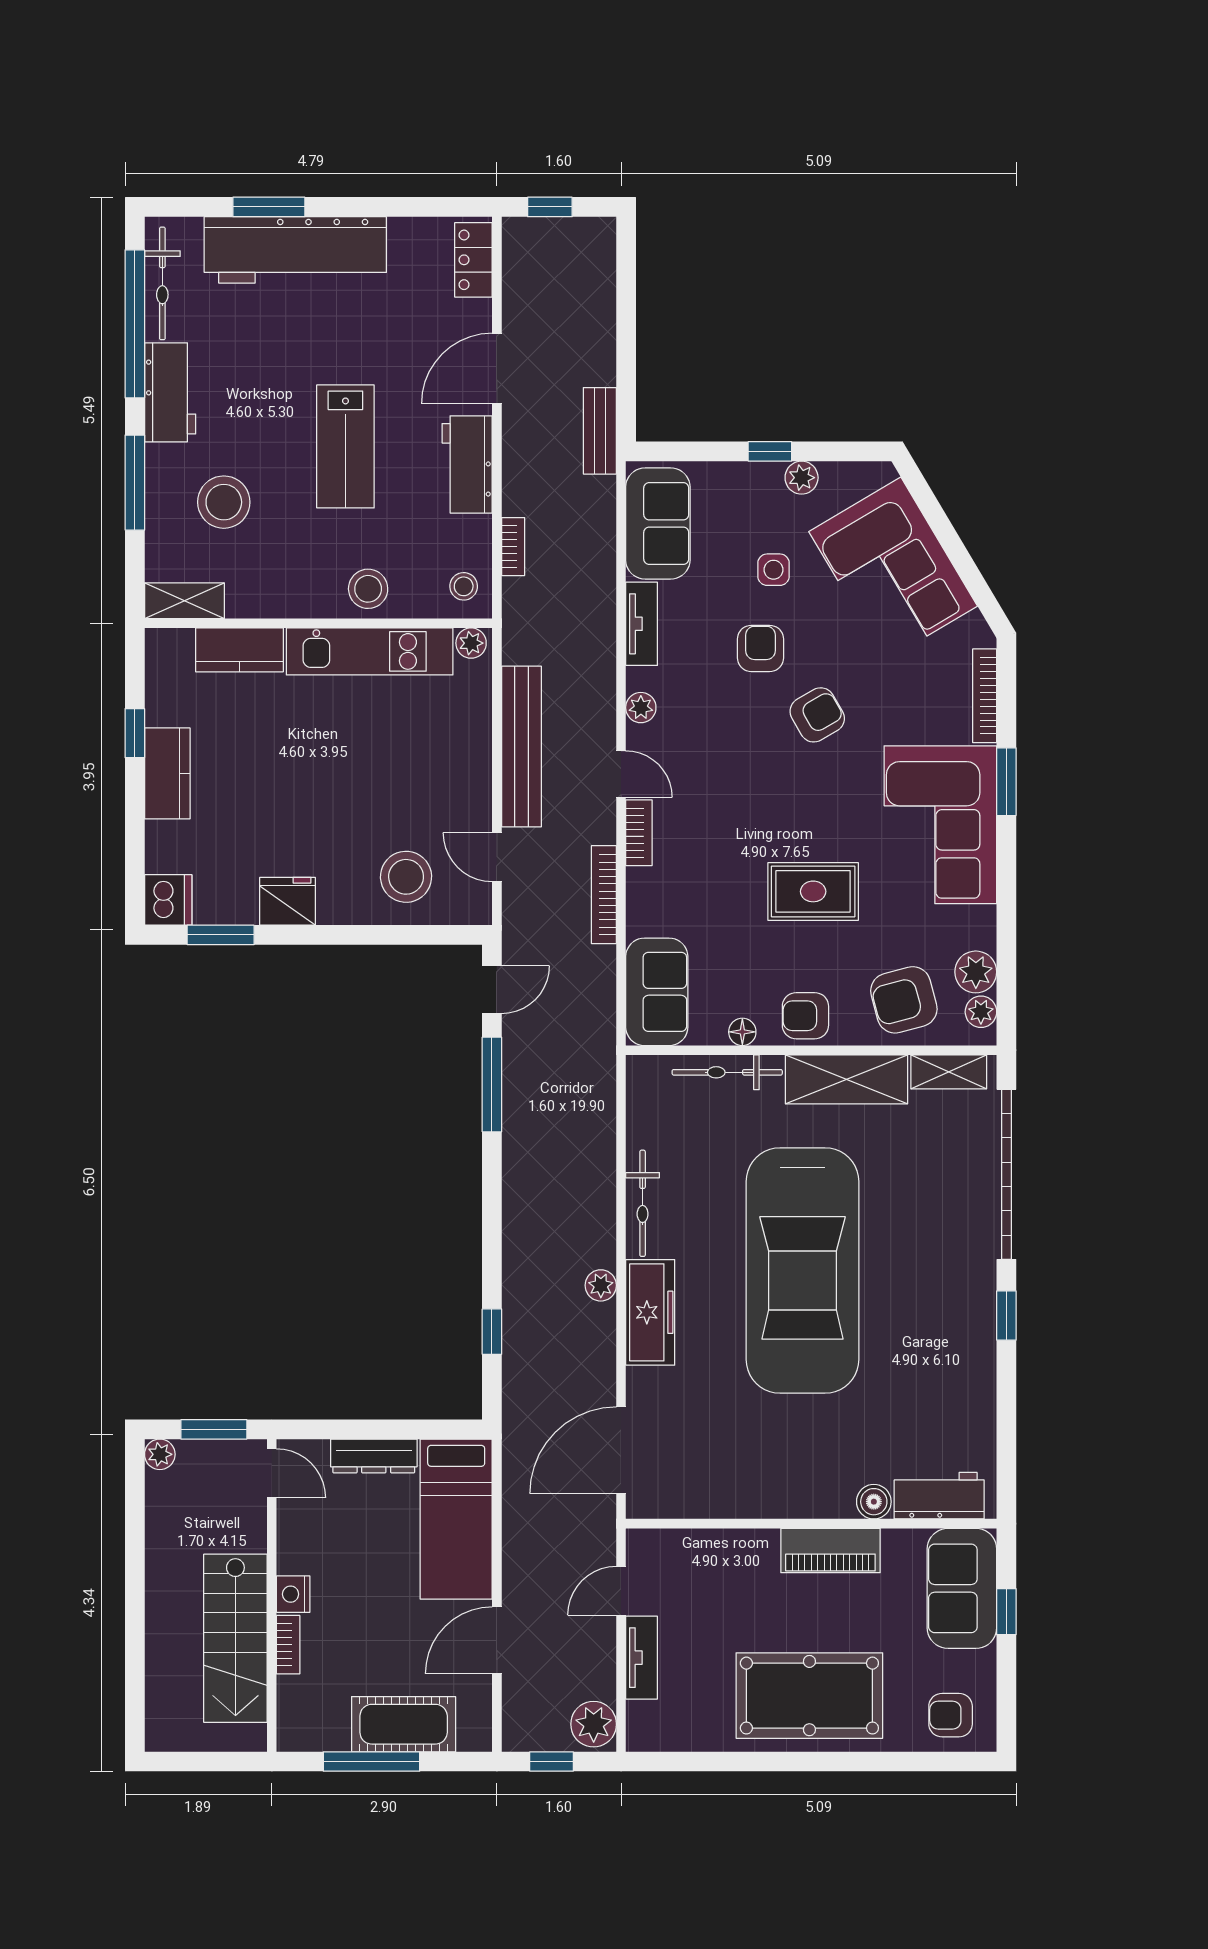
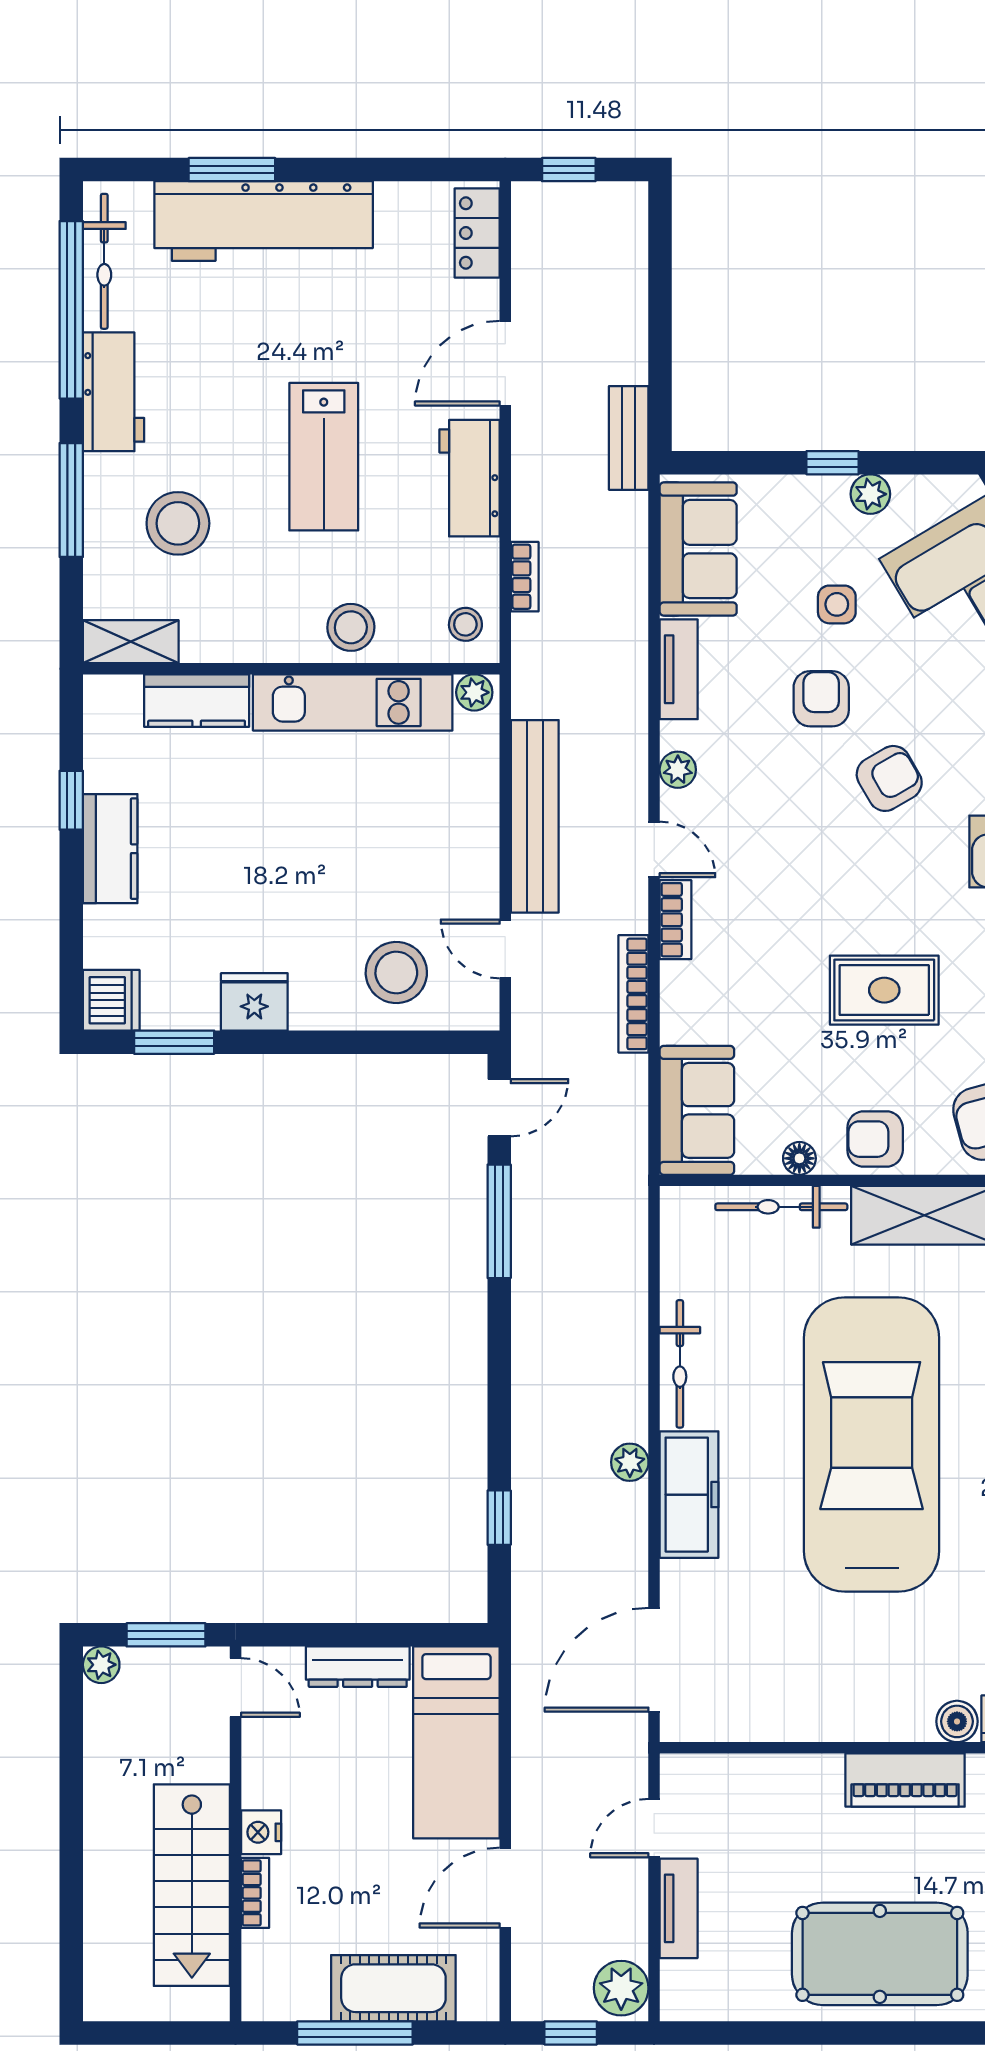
car: (802, 1271) -> (872, 1444), turned 180

